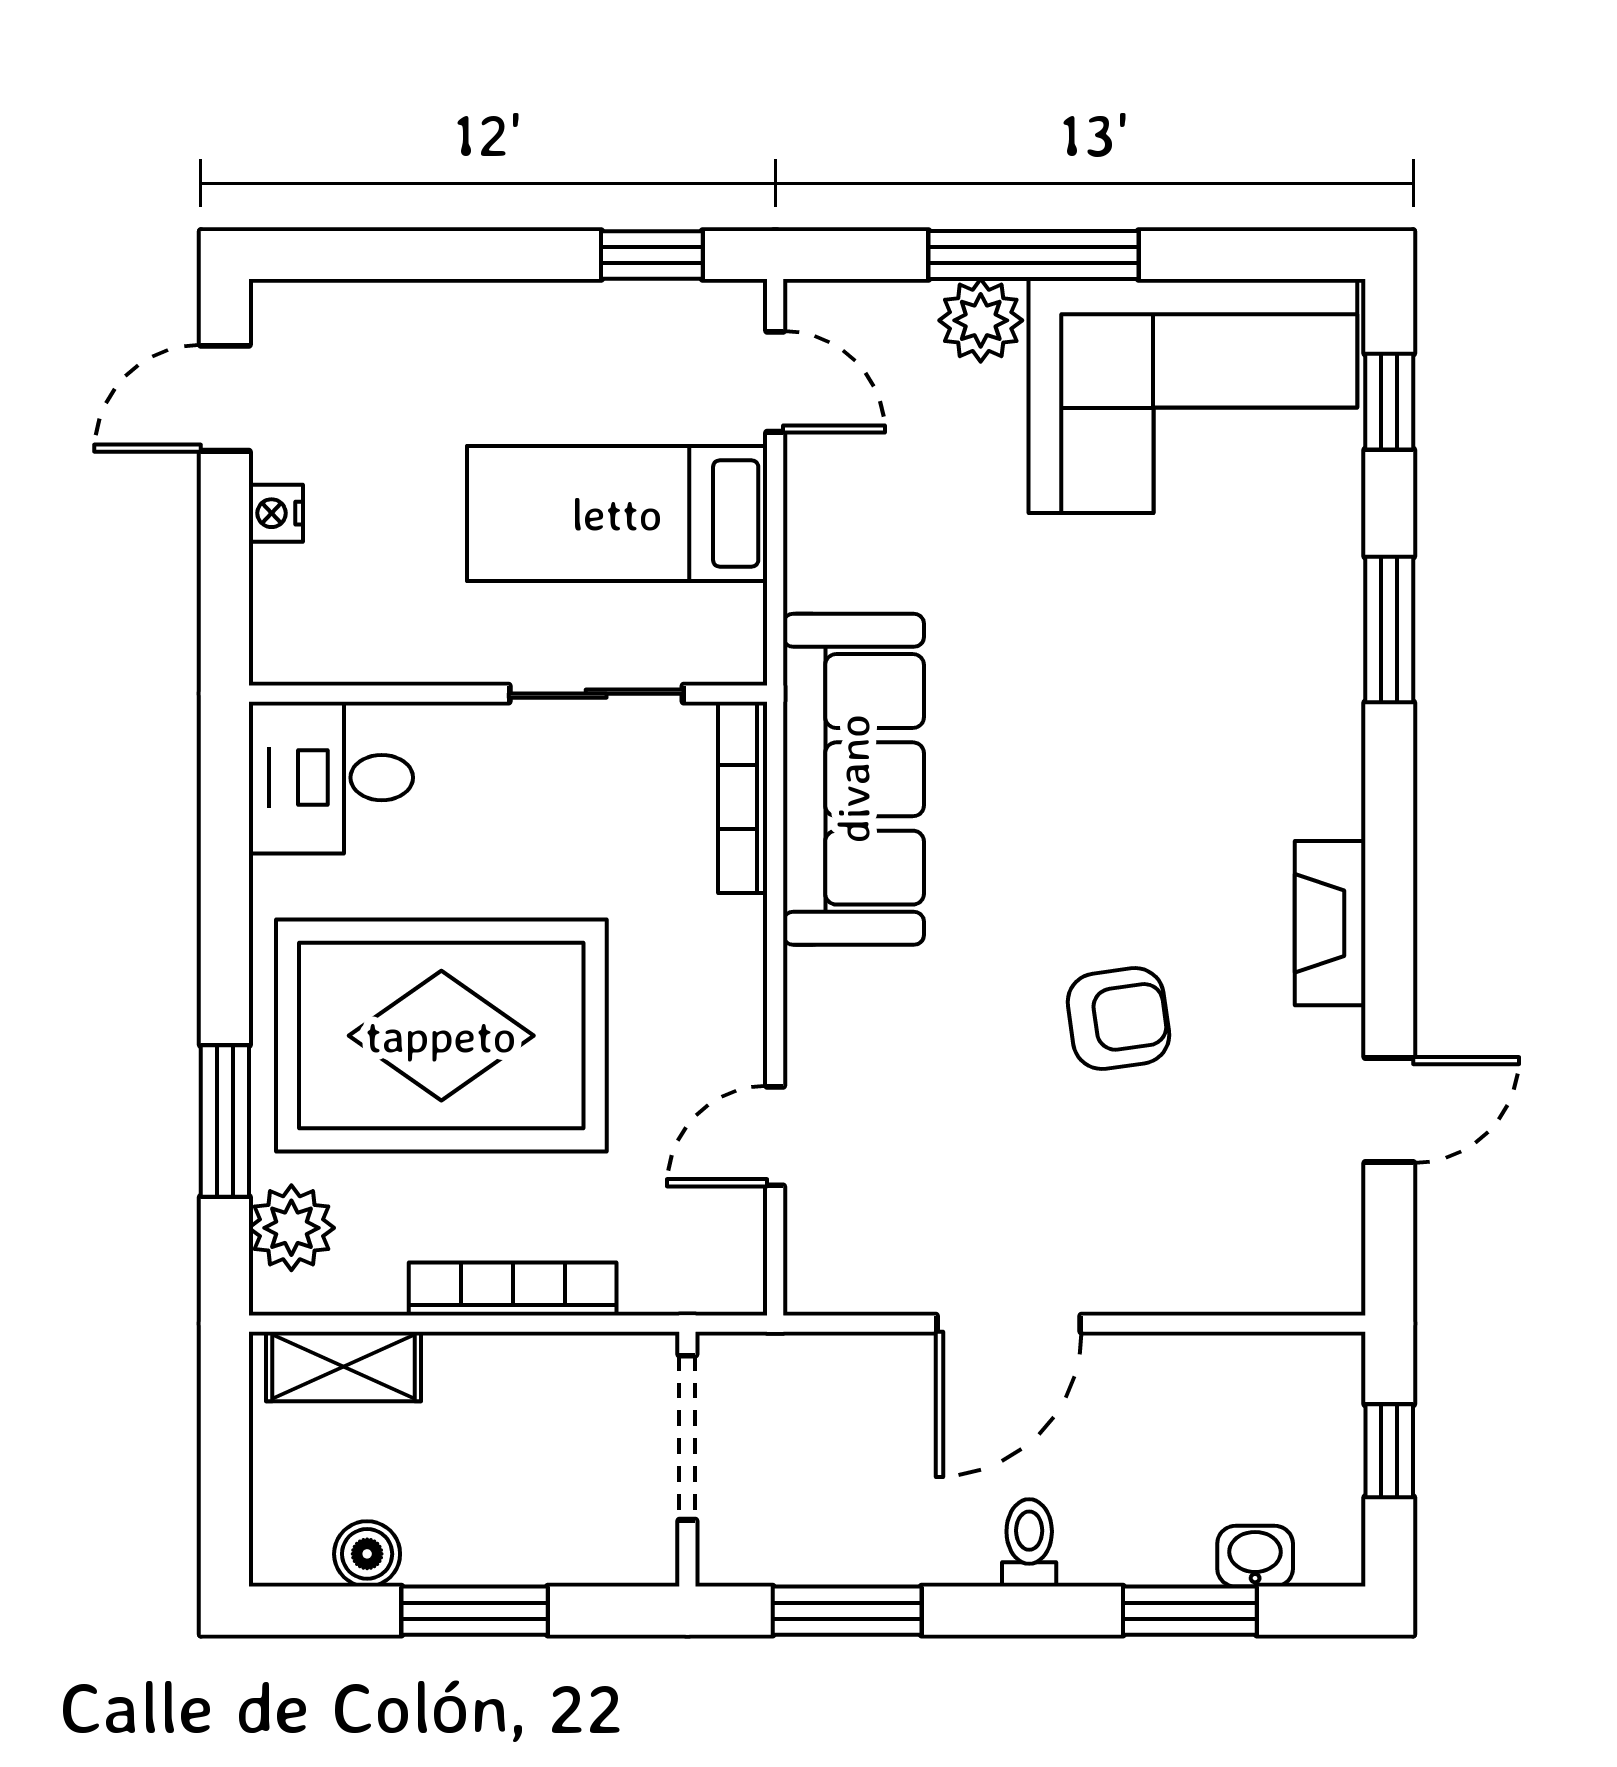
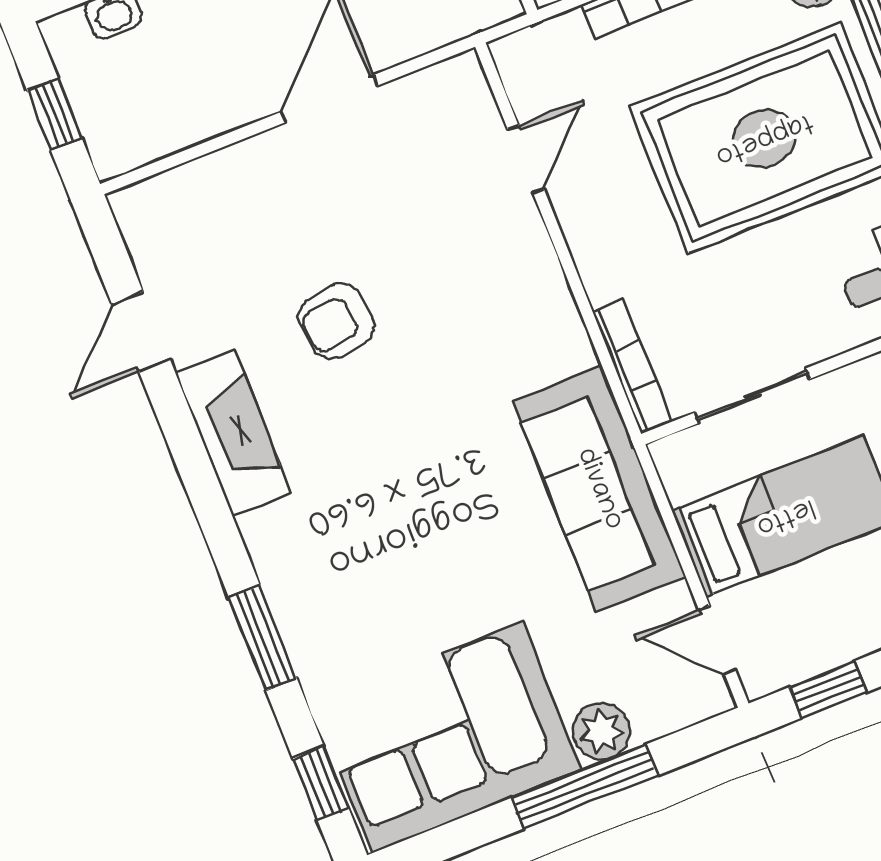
sofa: (853, 779) -> (599, 489), moved
fireplace: (1330, 923) -> (233, 433), width x1.37, depth x1.32

